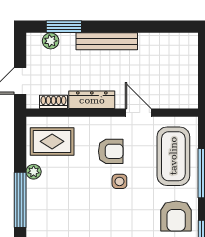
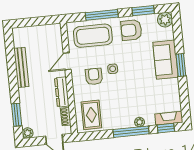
plant: (51, 41) -> (28, 133), moved
bench: (107, 41) -> (21, 67), moved
plant: (34, 172) -> (140, 122), moved
armchair: (176, 216) -> (131, 30), turned 180

